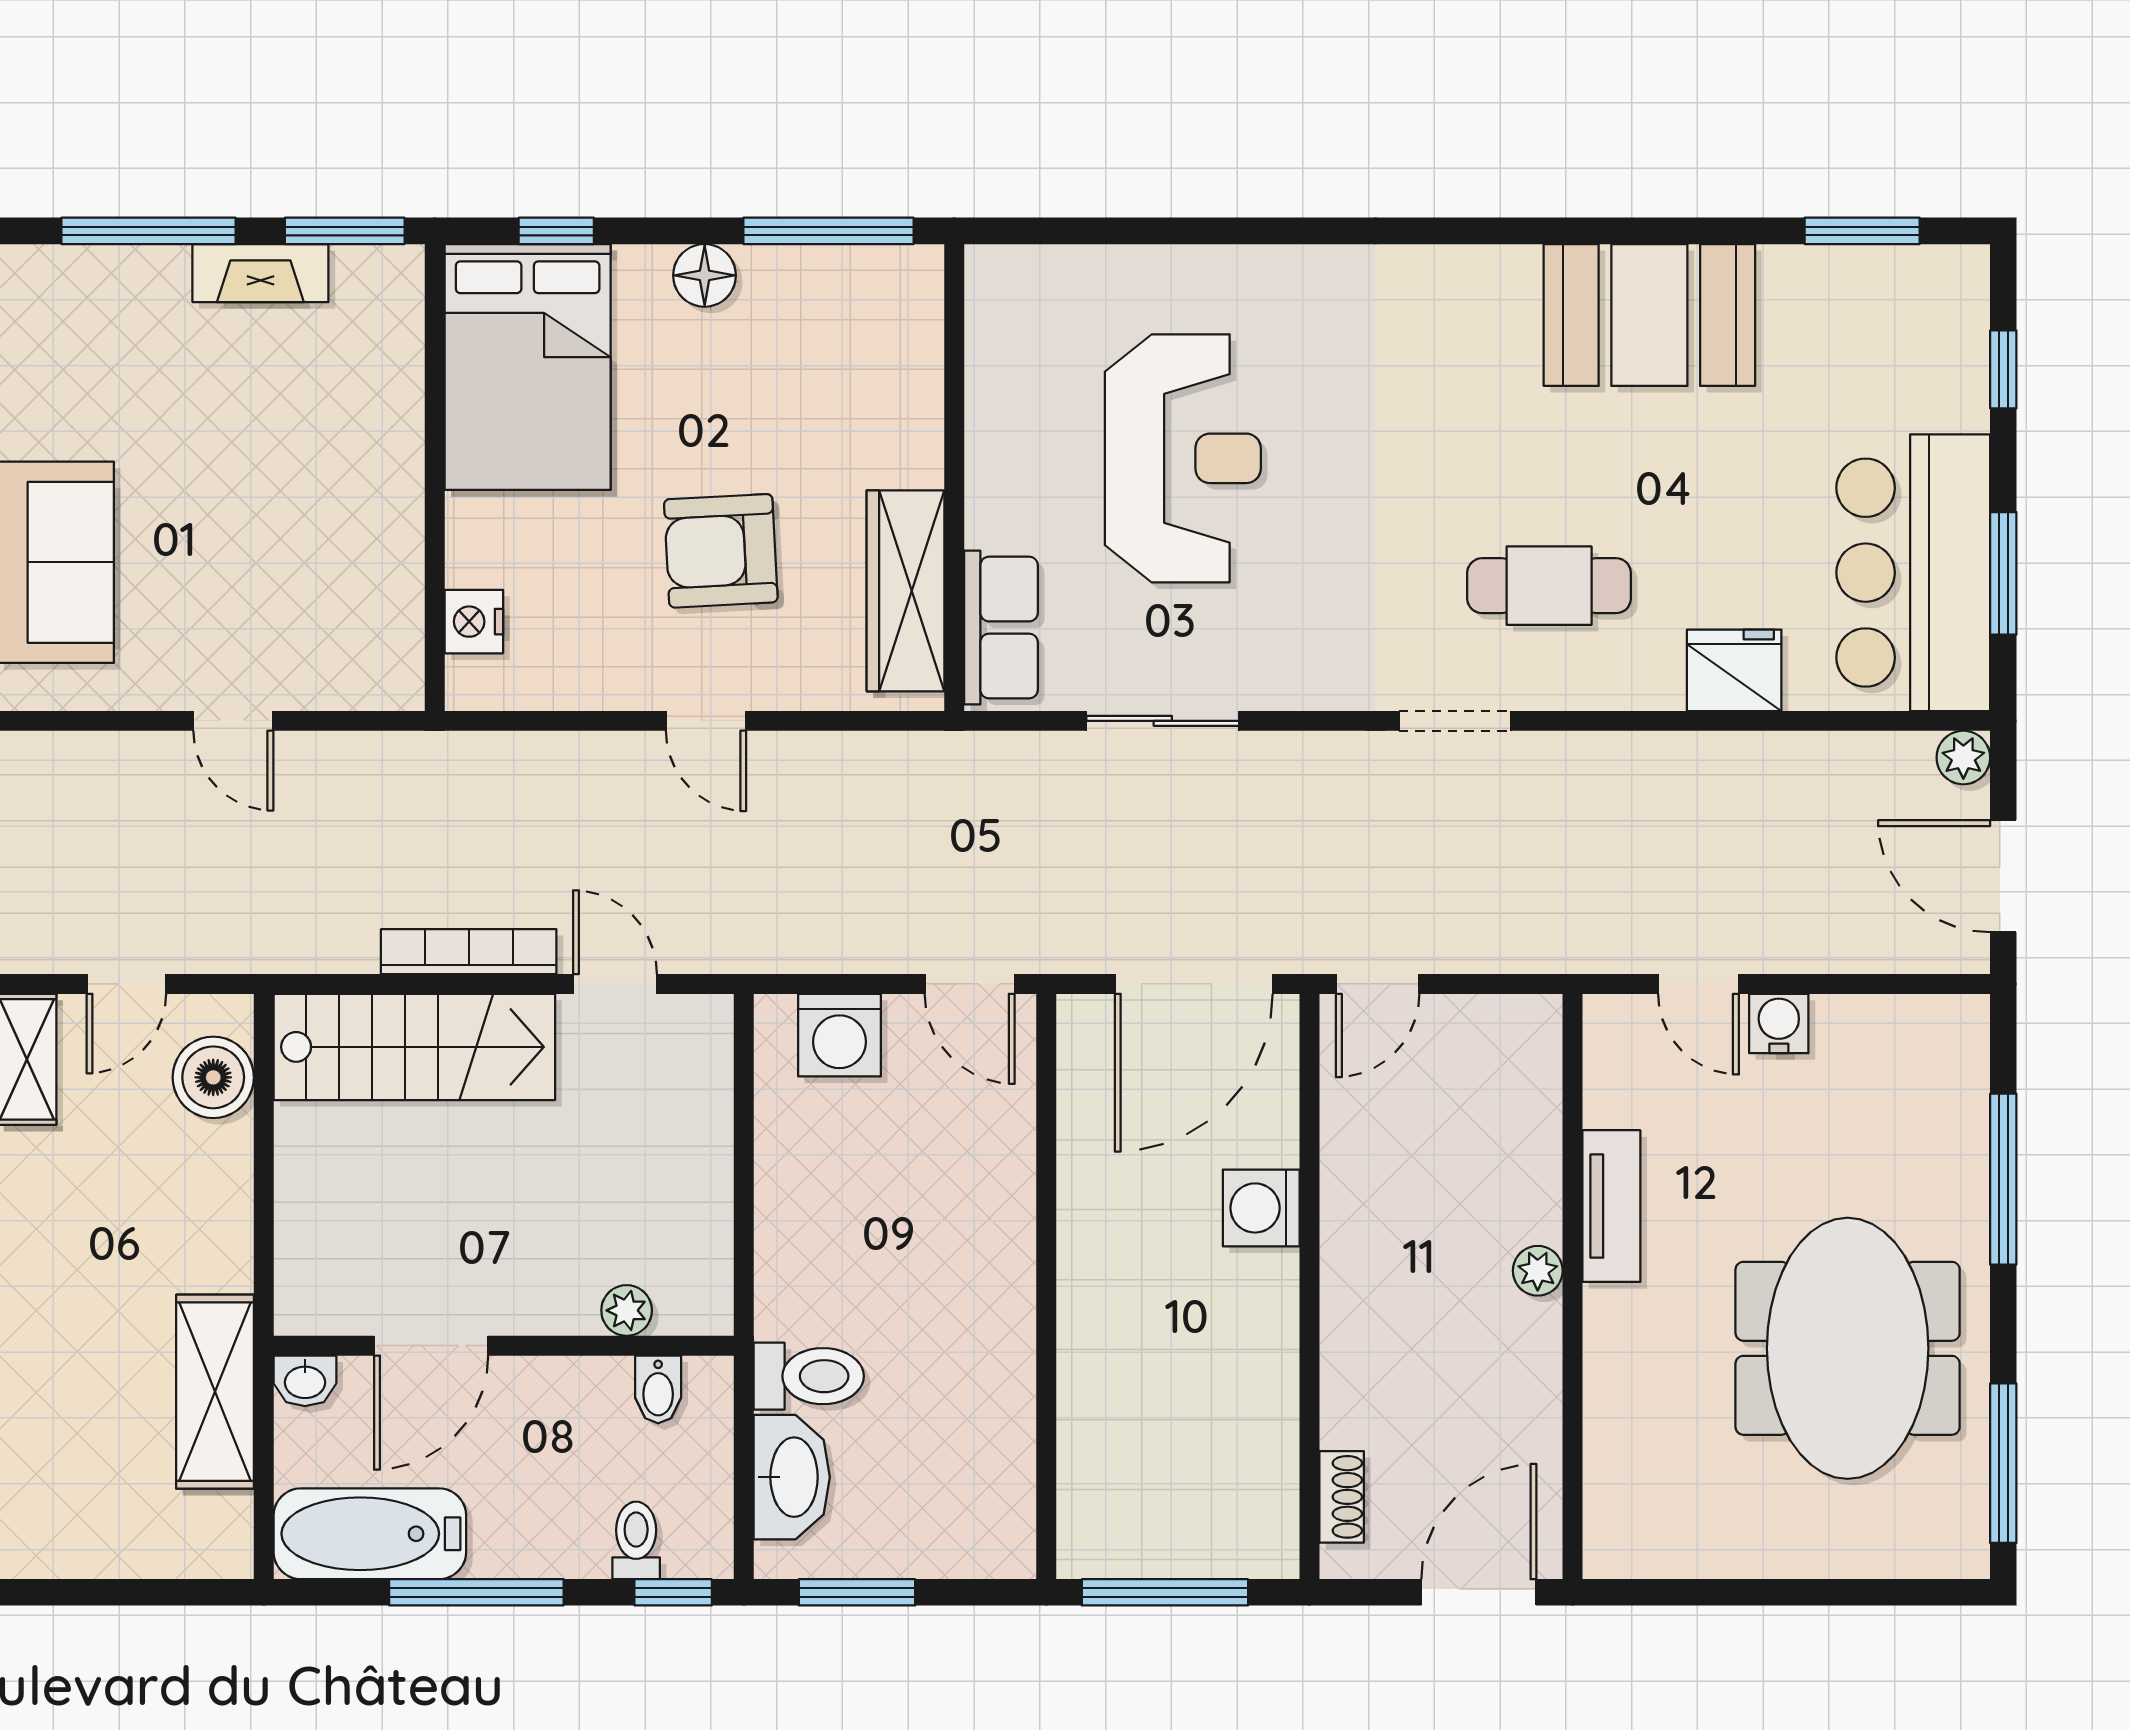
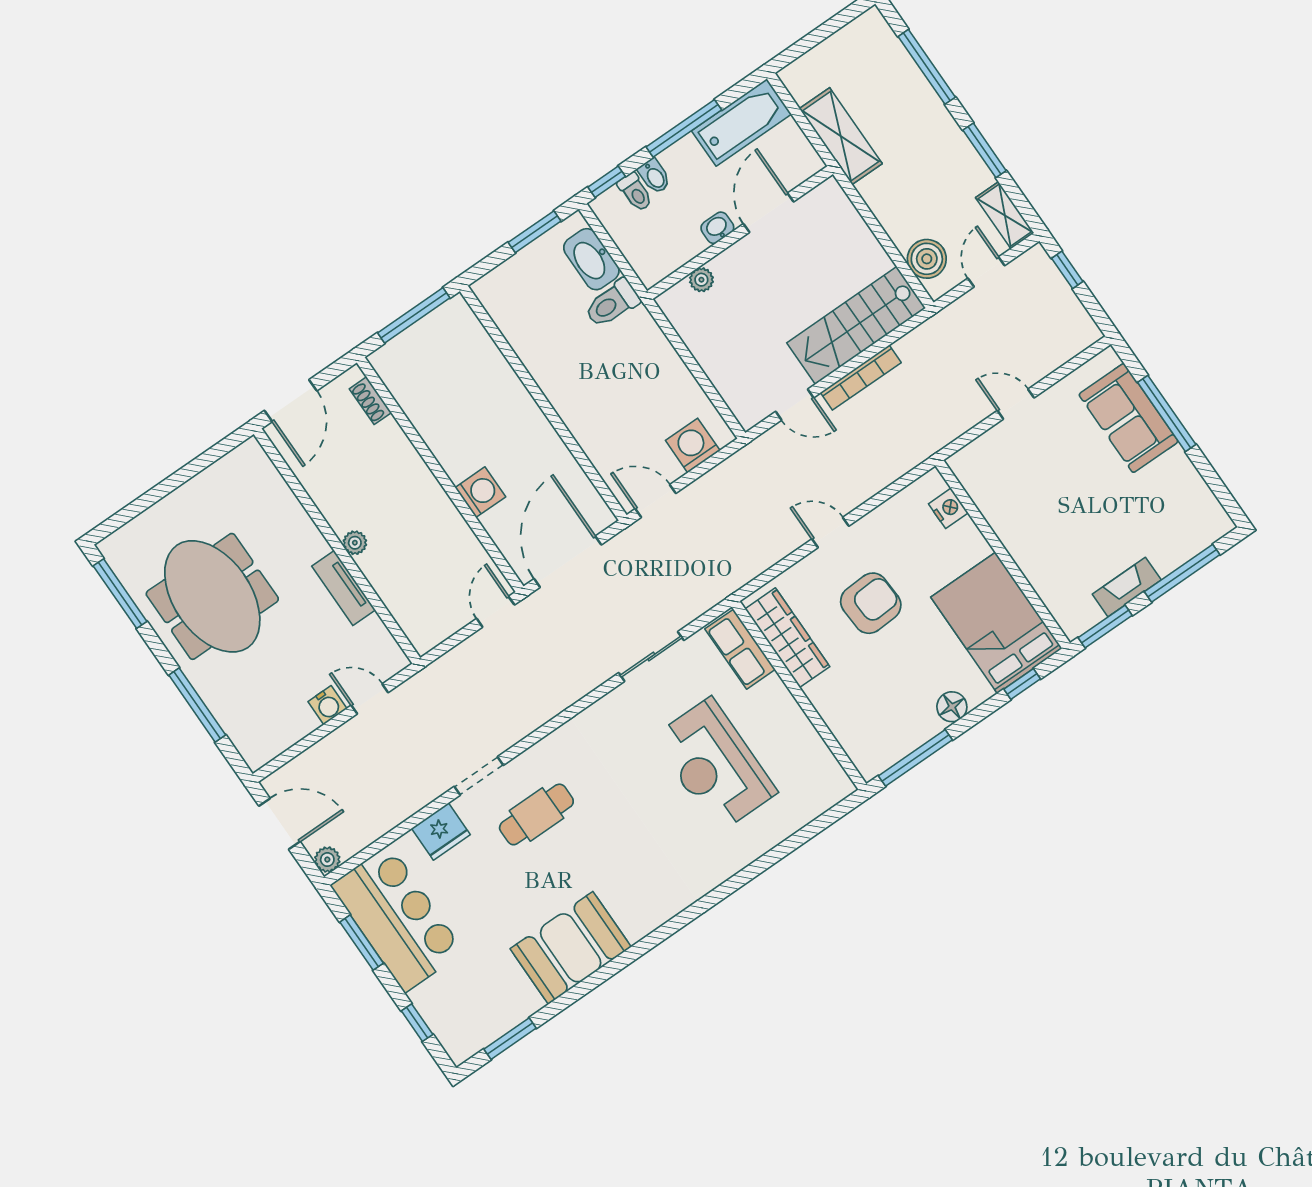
doorway: (1455, 721) -> (479, 776), moved
washbasin: (305, 1381) -> (717, 228), moved
bidet: (658, 1389) -> (654, 176), moved, turned 180

